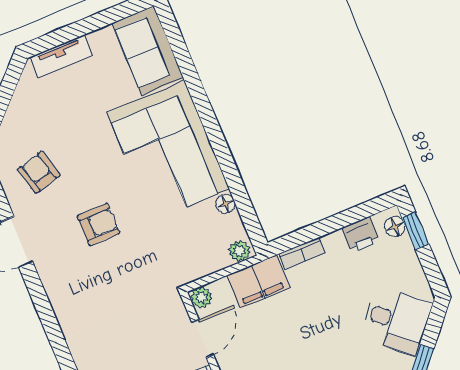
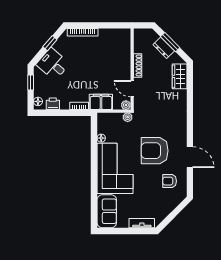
armchair: (39, 172) -> (170, 181), turned 105
armchair: (99, 225) -> (155, 151), width x1.88, depth x1.88
window: (415, 231) -> (31, 82), moved
plant: (239, 251) -> (128, 117), moved
door: (203, 339) -> (132, 89), hinge flipped

